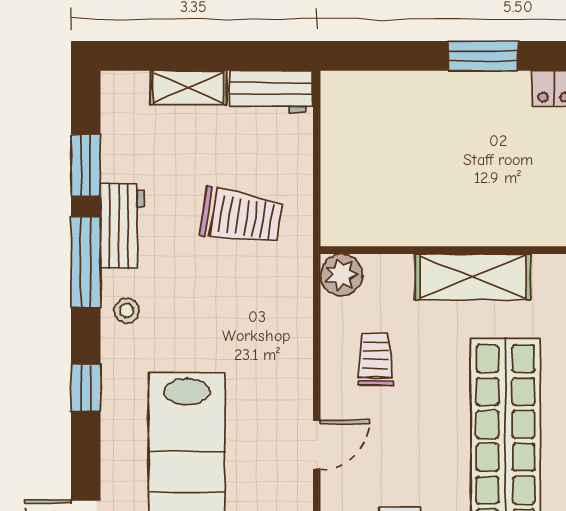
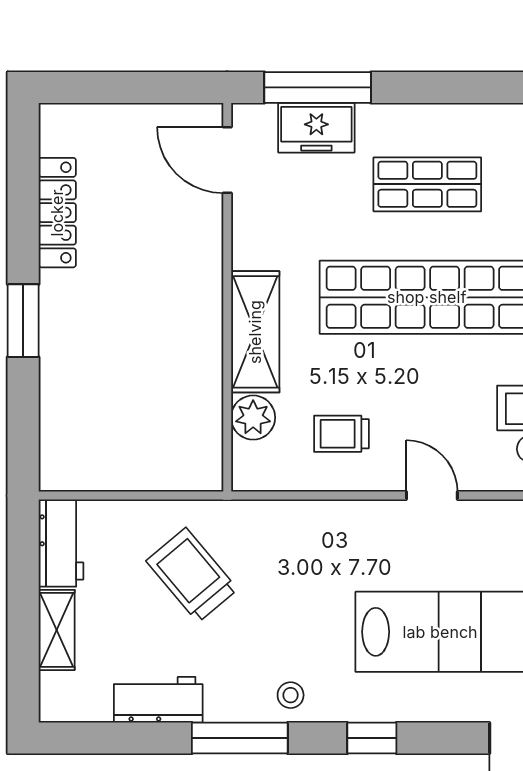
window: (86, 166) -> (138, 738), removed
trolley: (241, 217) -> (192, 575), turned -49
workbench: (122, 226) -> (158, 700), moved
plant: (341, 275) -> (253, 418), moved

